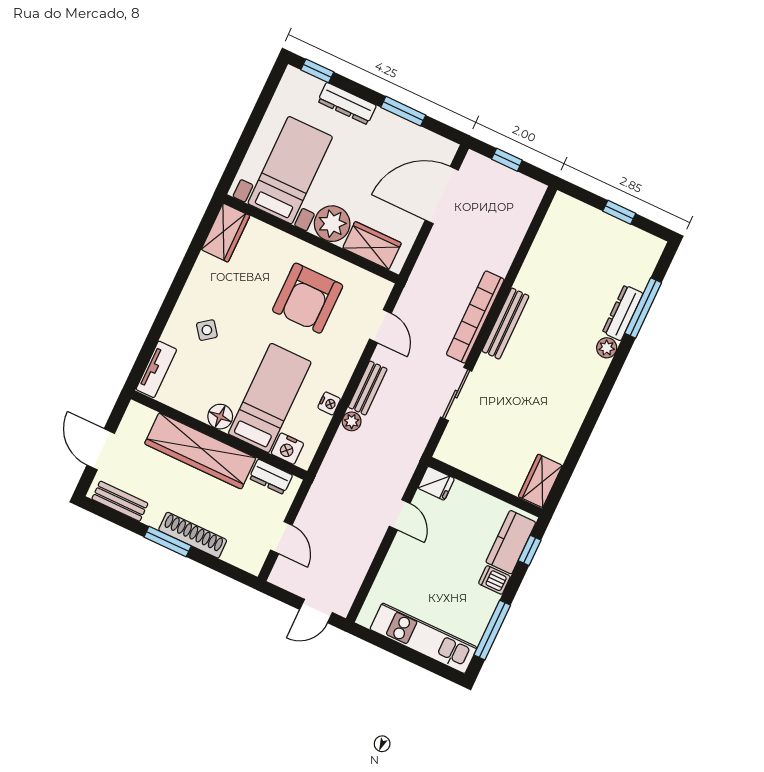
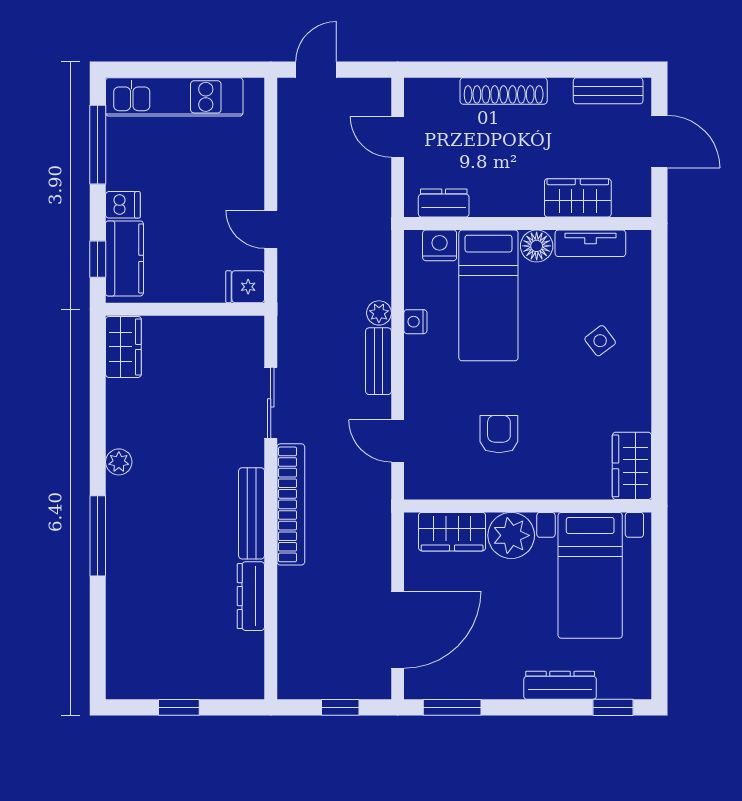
window: (403, 111) -> (452, 707), moved
armchair: (308, 298) -> (499, 434), width x0.53, depth x0.53
window: (643, 308) -> (98, 536), moved
dresser: (623, 313) -> (251, 596), moved, turned 180
plant: (607, 348) -> (119, 462), moved
tv unit: (156, 369) -> (590, 243), moved, turned -90
wardrobe: (200, 451) -> (578, 198), width x0.48, depth x0.85
window: (168, 541) -> (530, 70), removed

